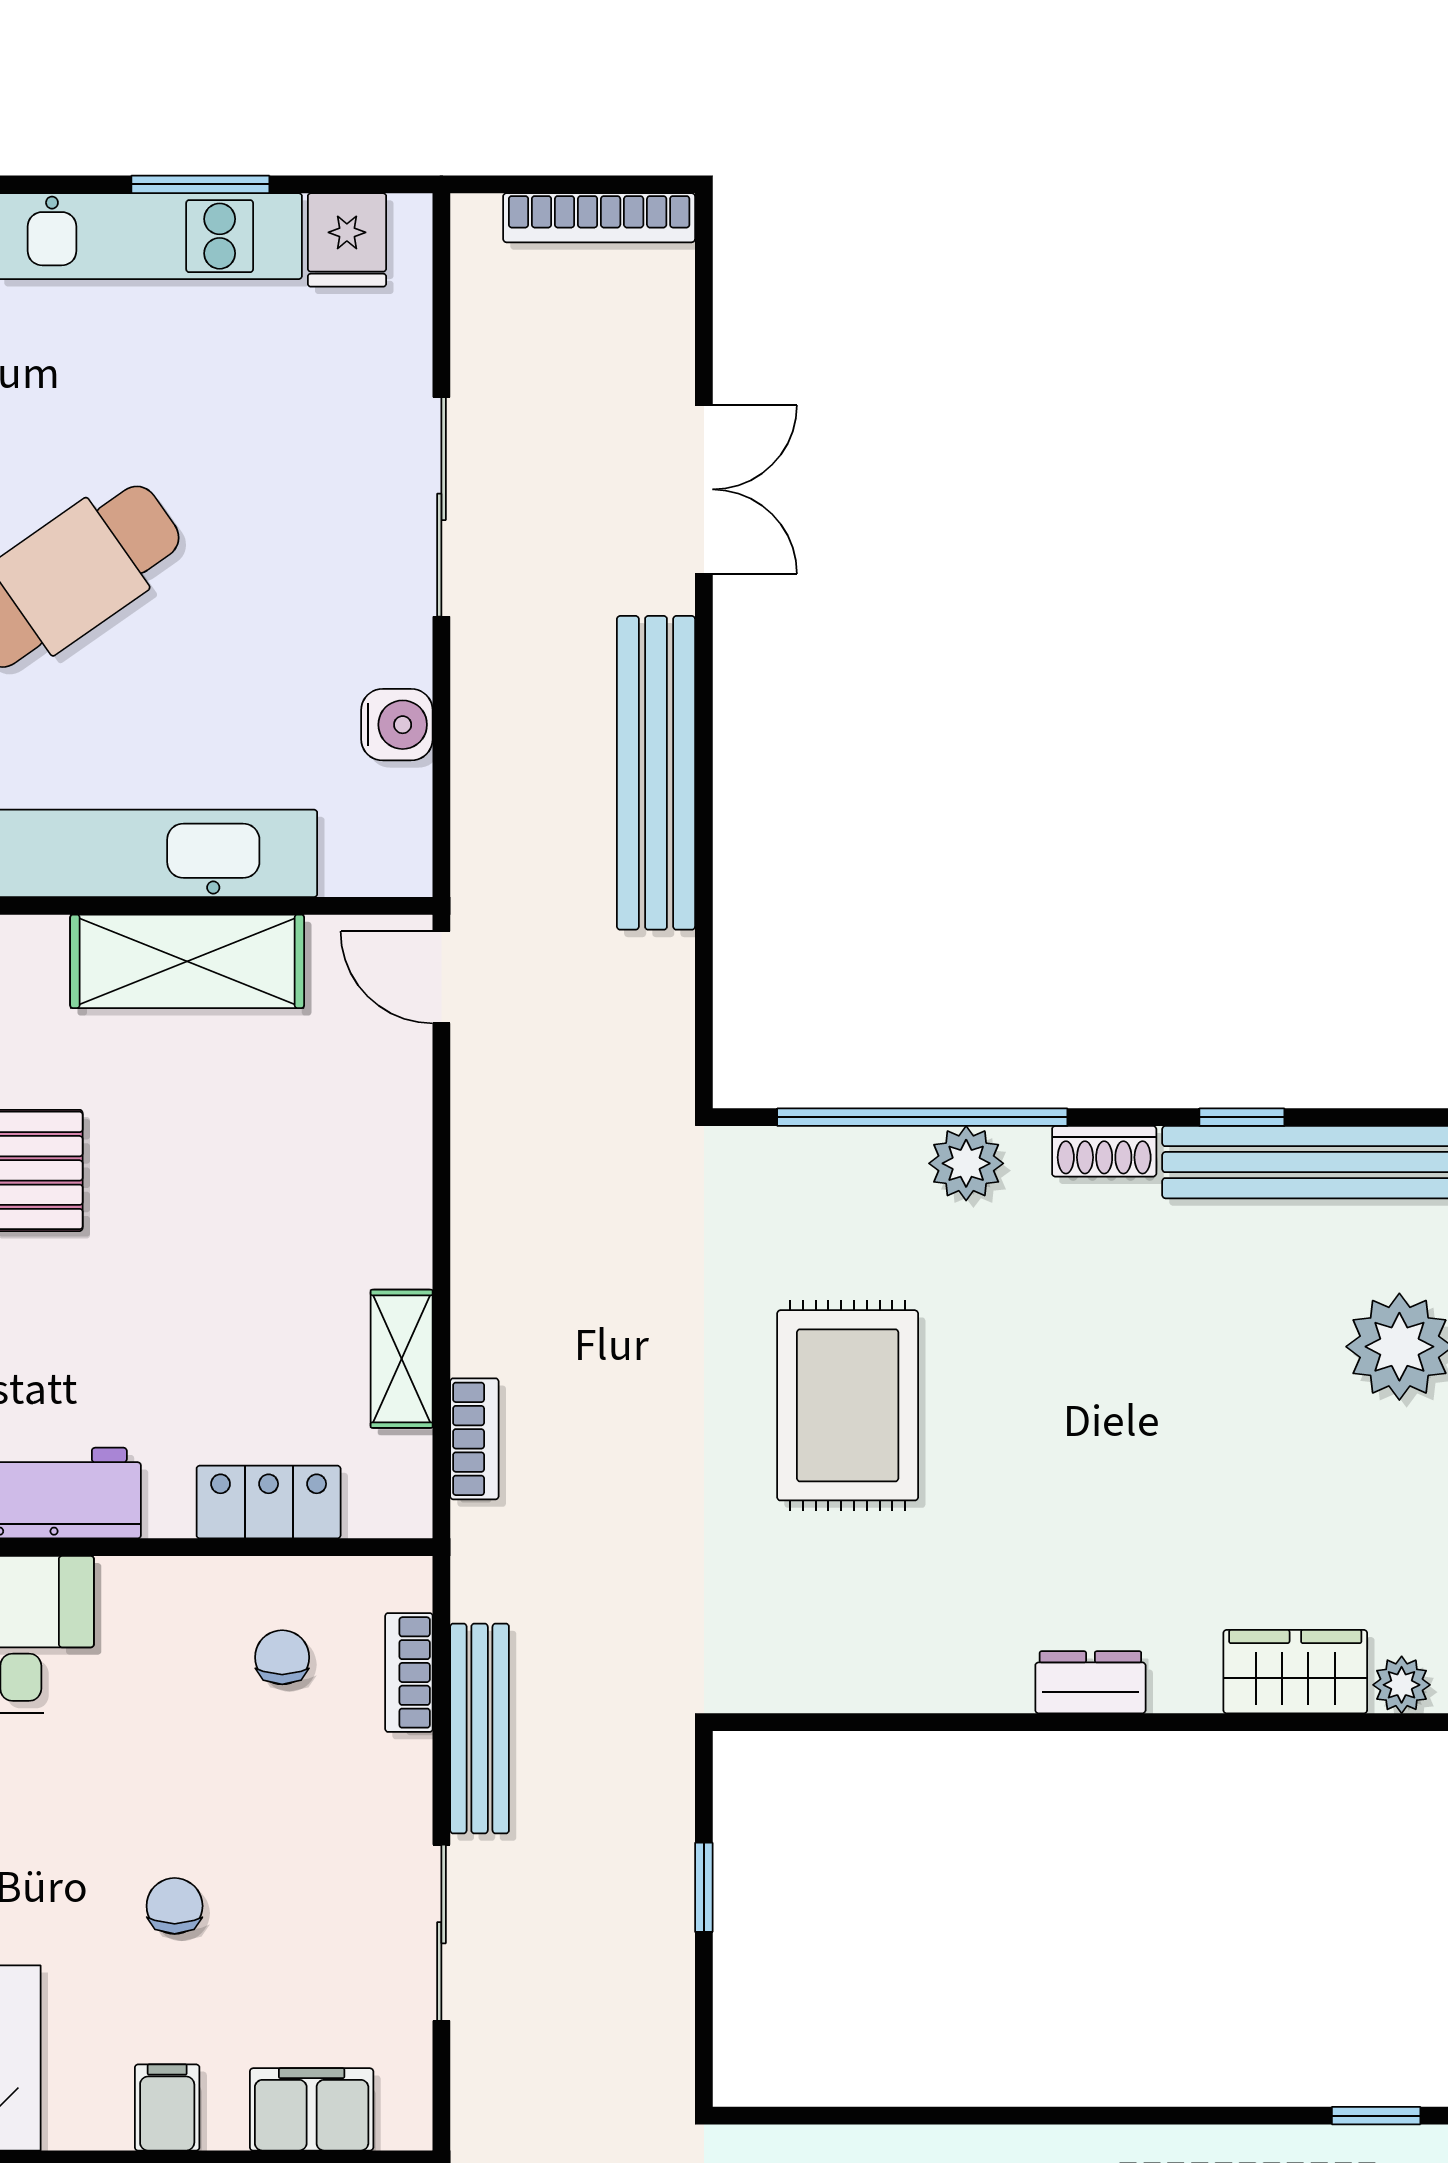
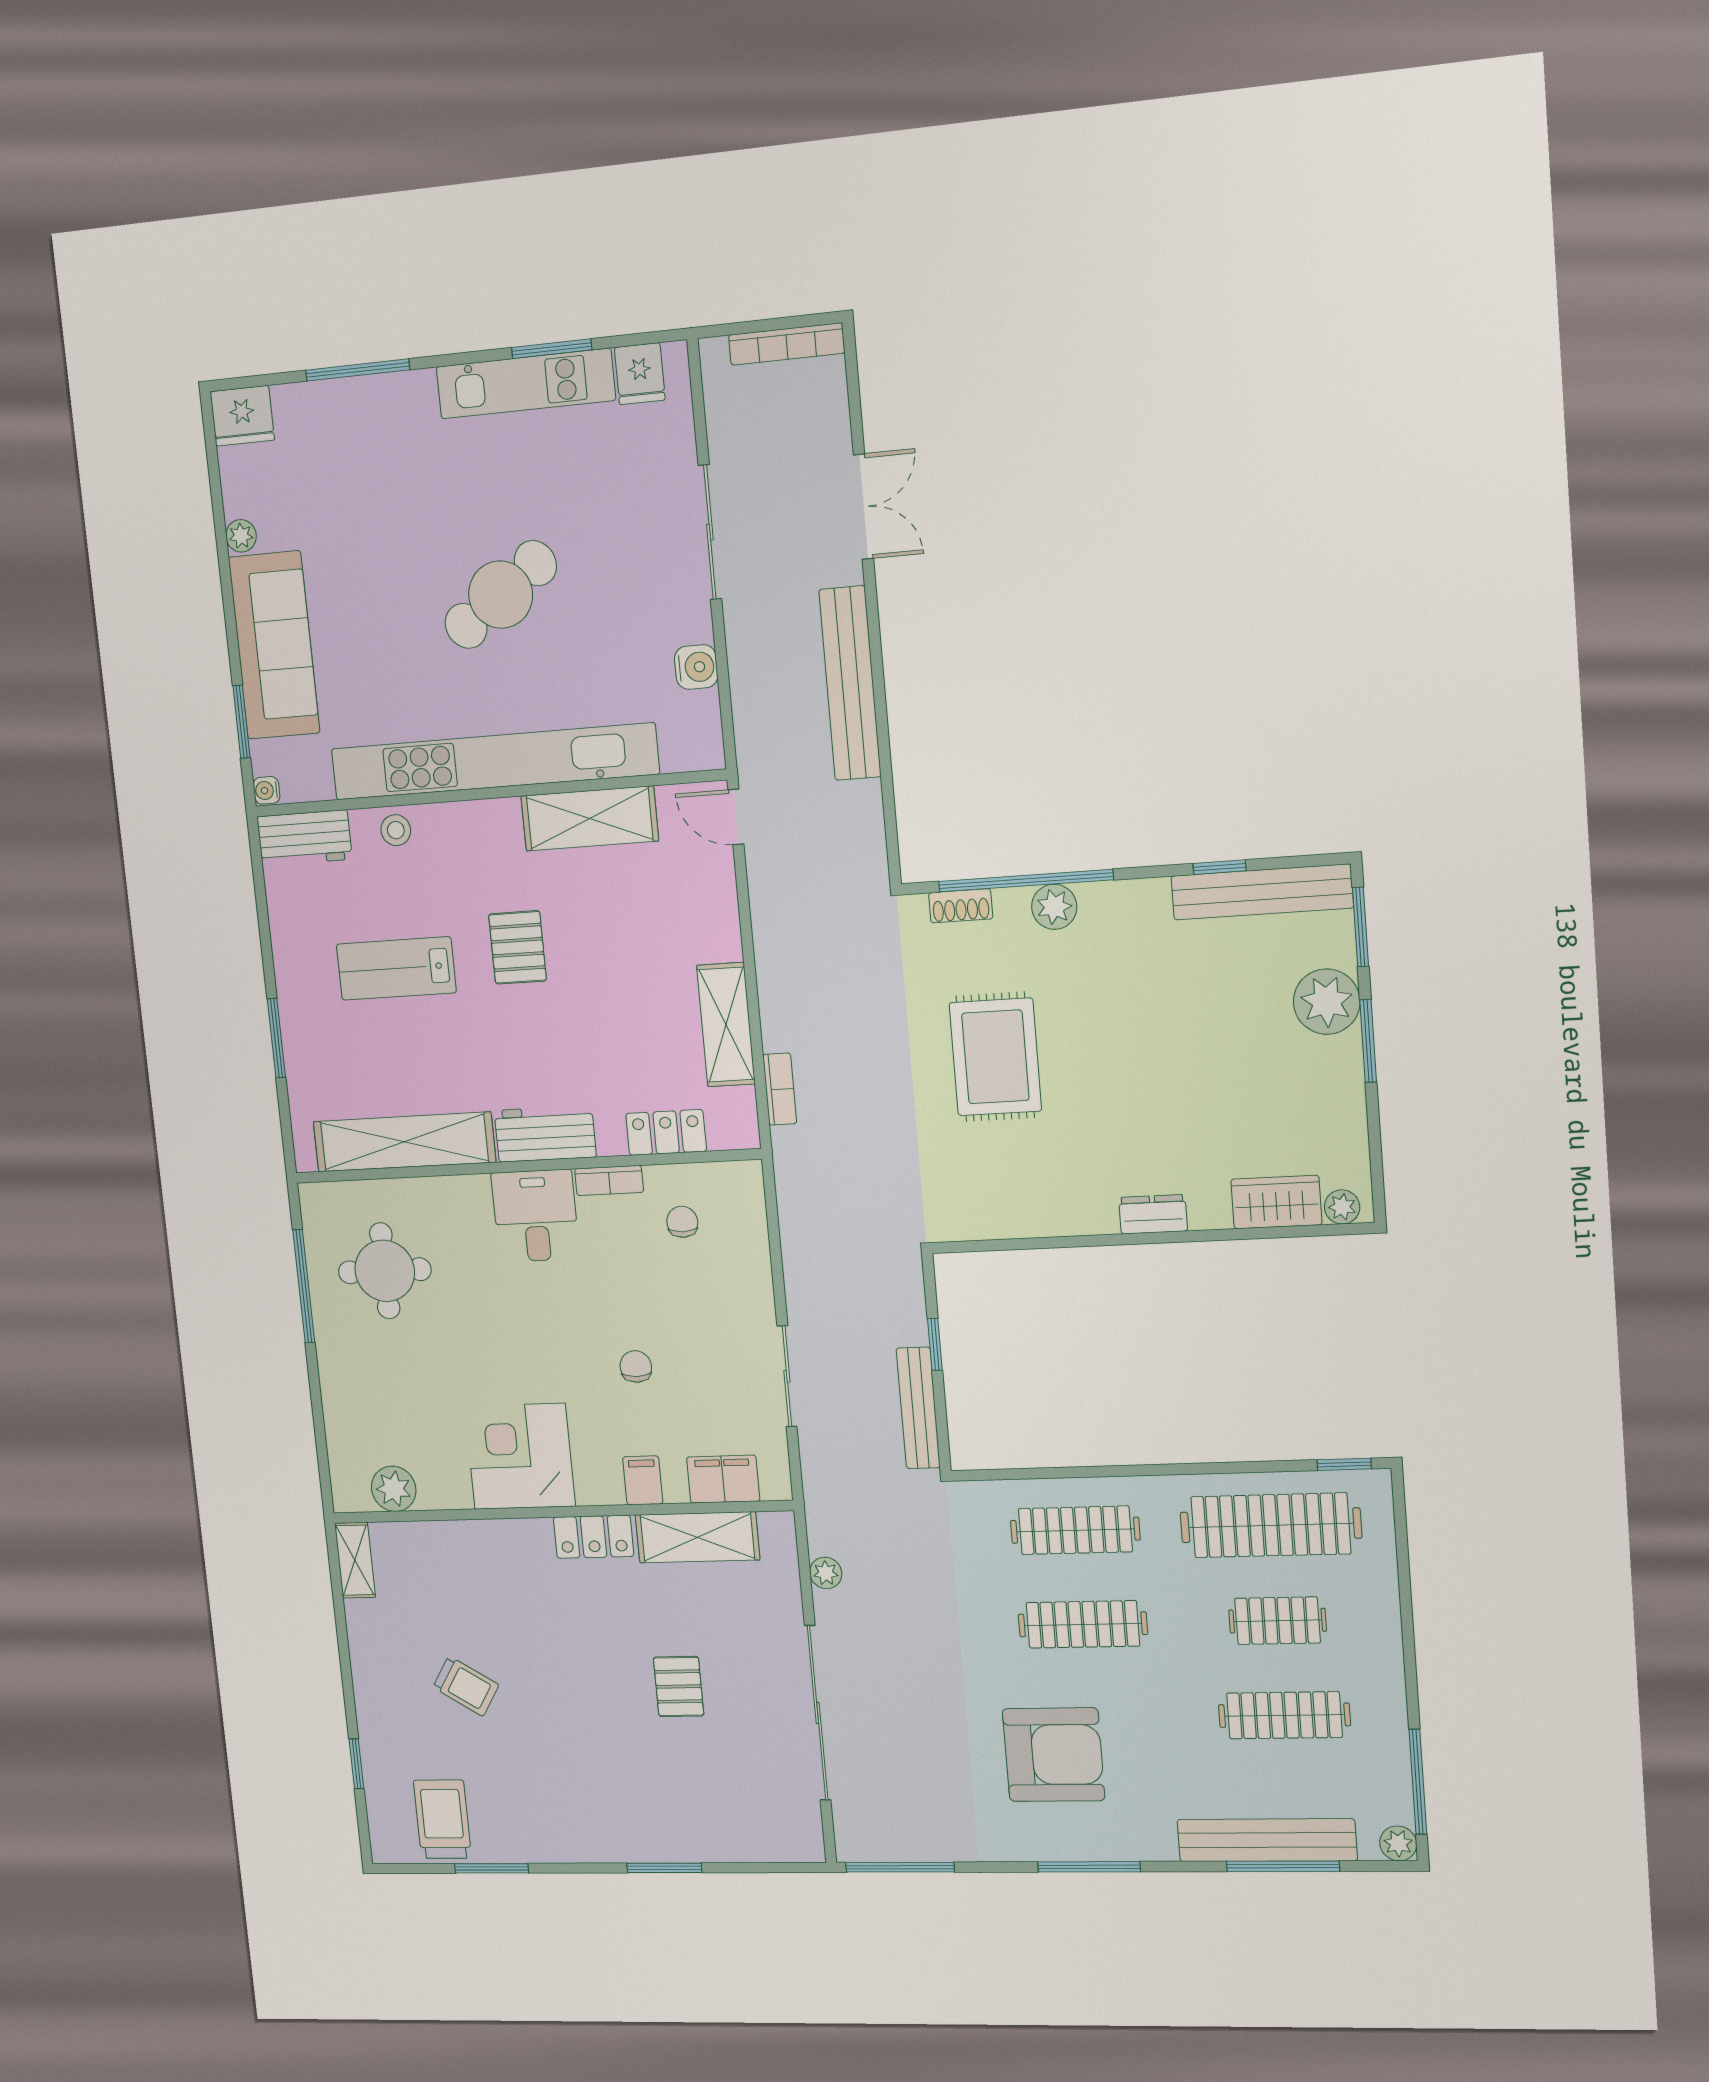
shoe rack: (1104, 1151) -> (961, 906), moved
shelving: (402, 1359) -> (726, 1025), width x1.50, depth x1.33
bookcase: (409, 1672) -> (609, 1180), moved, turned -90
bench: (480, 1728) -> (918, 1408), moved

